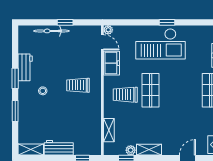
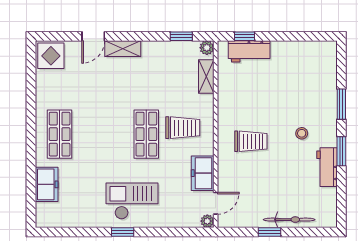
door: (102, 42) -> (216, 203), swing flipped
checkout: (160, 44) -> (132, 201), width x0.73, depth x0.83
workbench: (59, 148) -> (249, 51), moved
shelving: (31, 150) -> (319, 49), removed
plant: (131, 150) -> (207, 48), moved
shelving: (149, 150) -> (123, 49), moved

